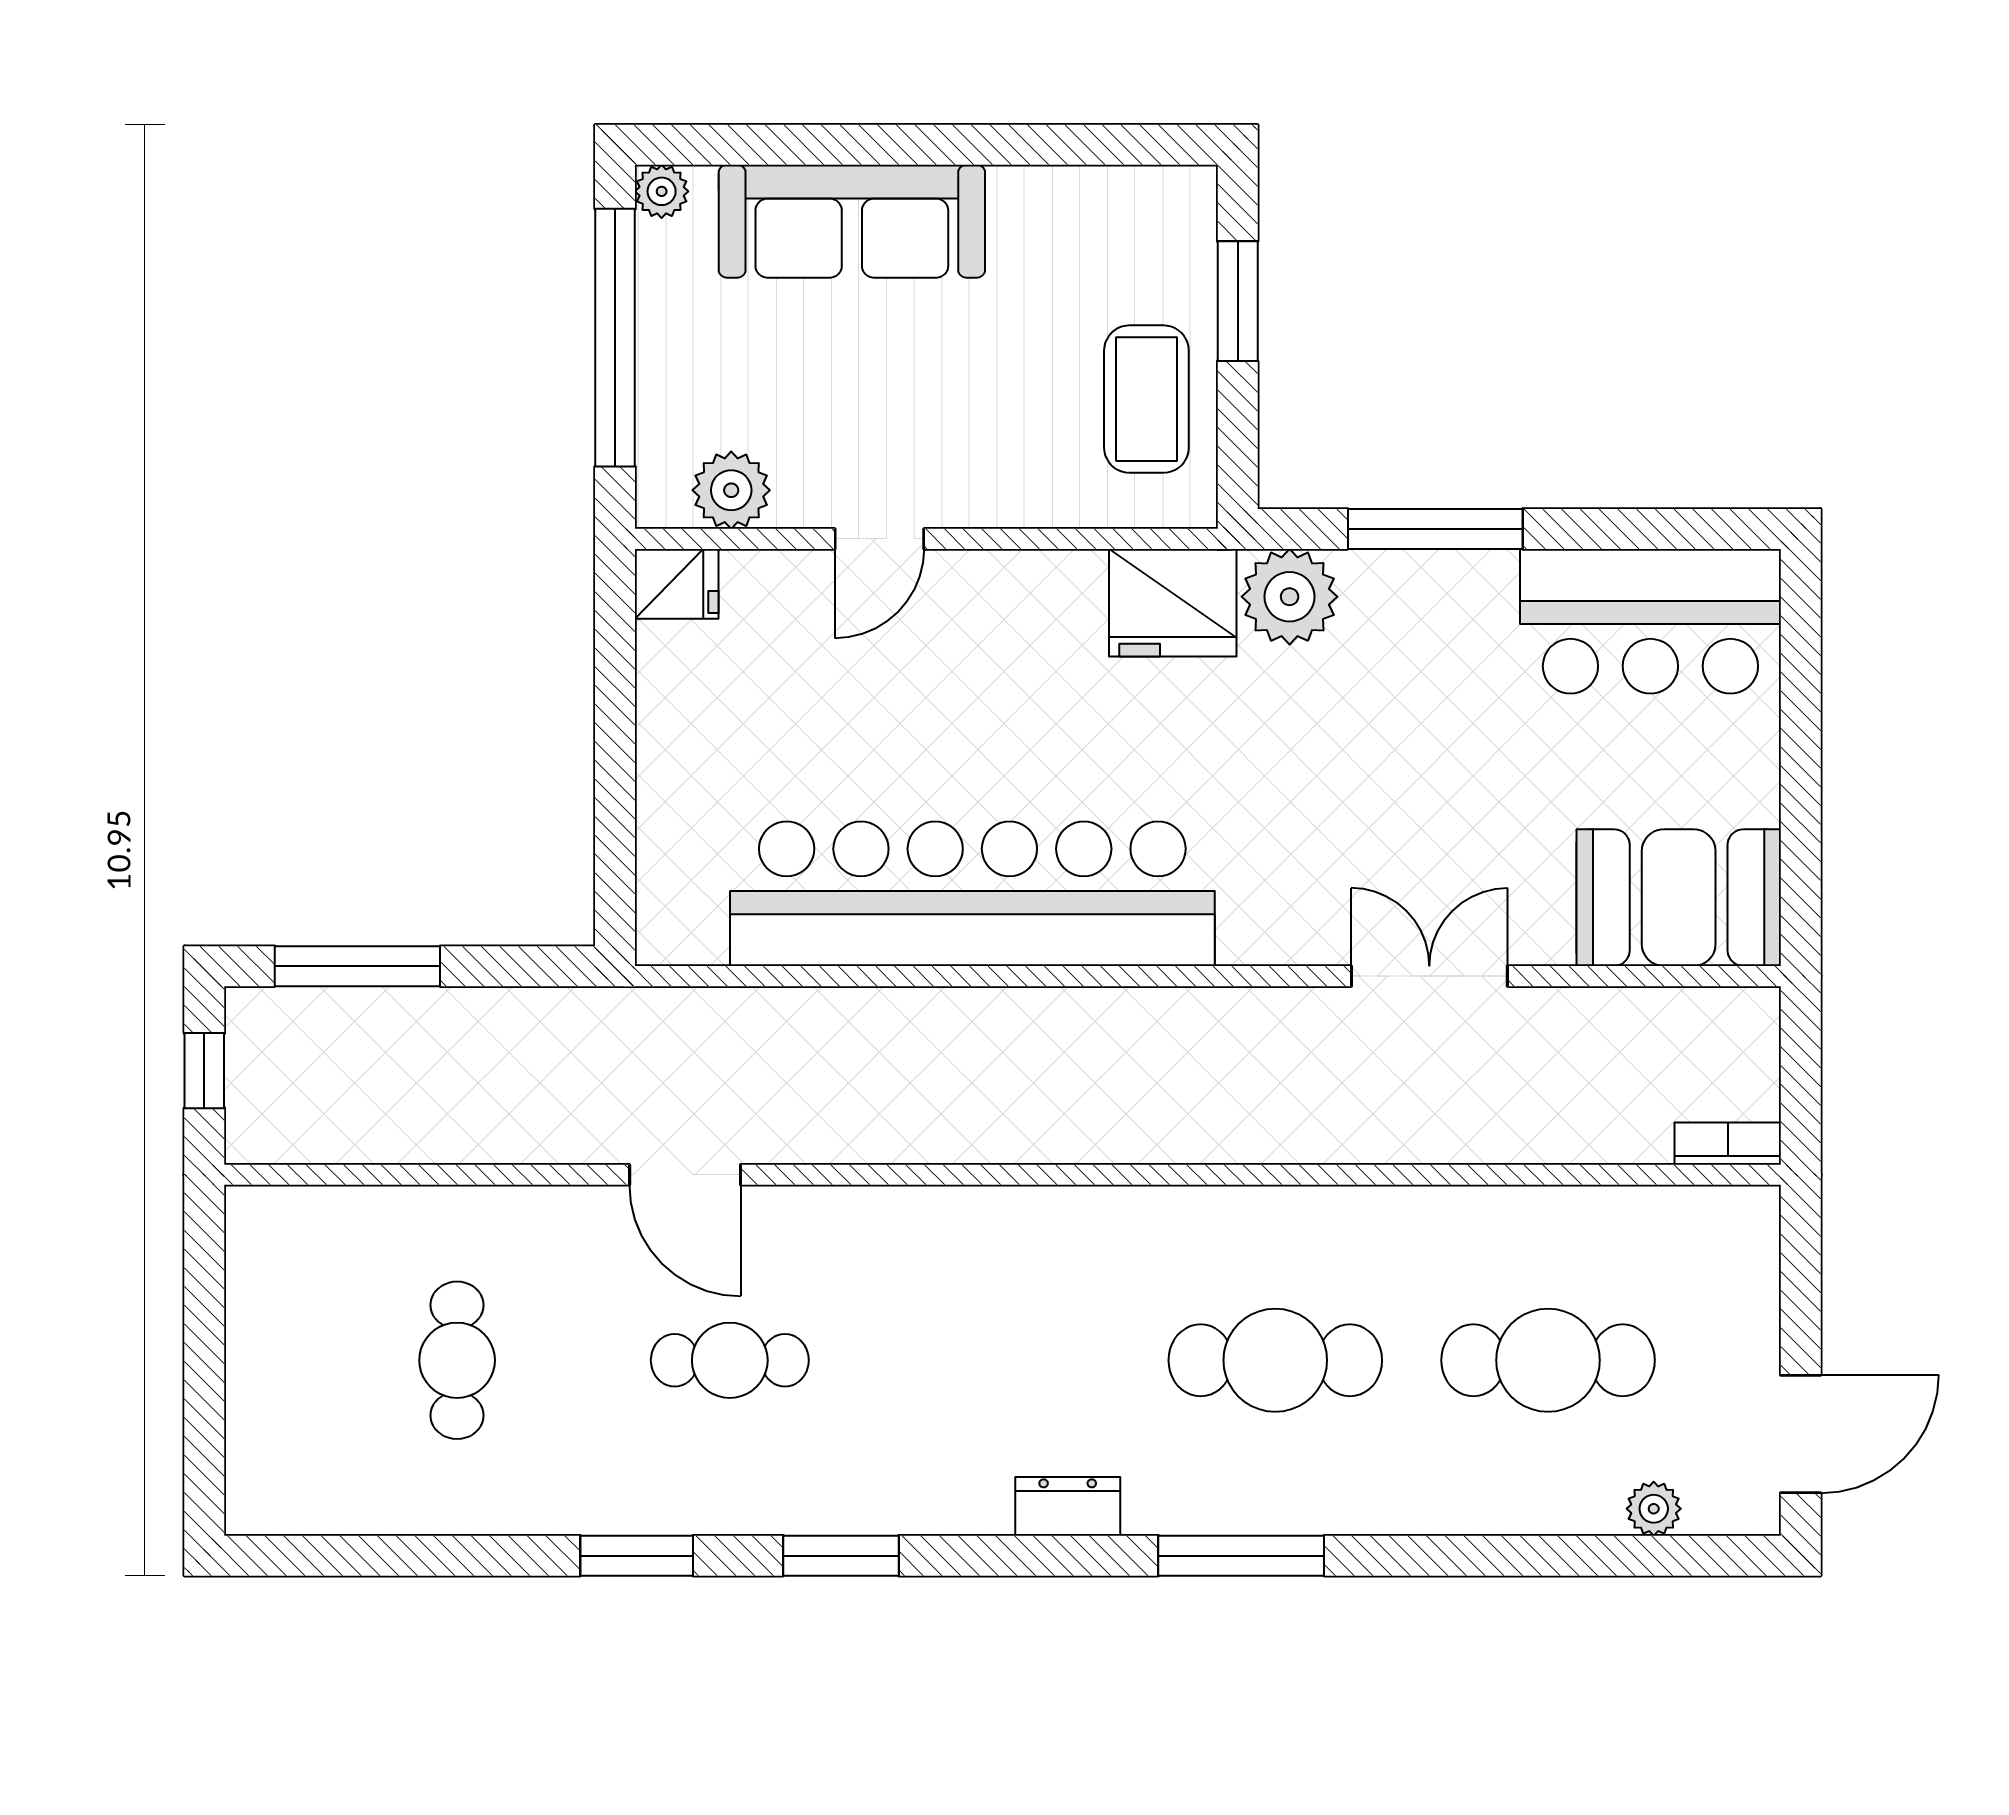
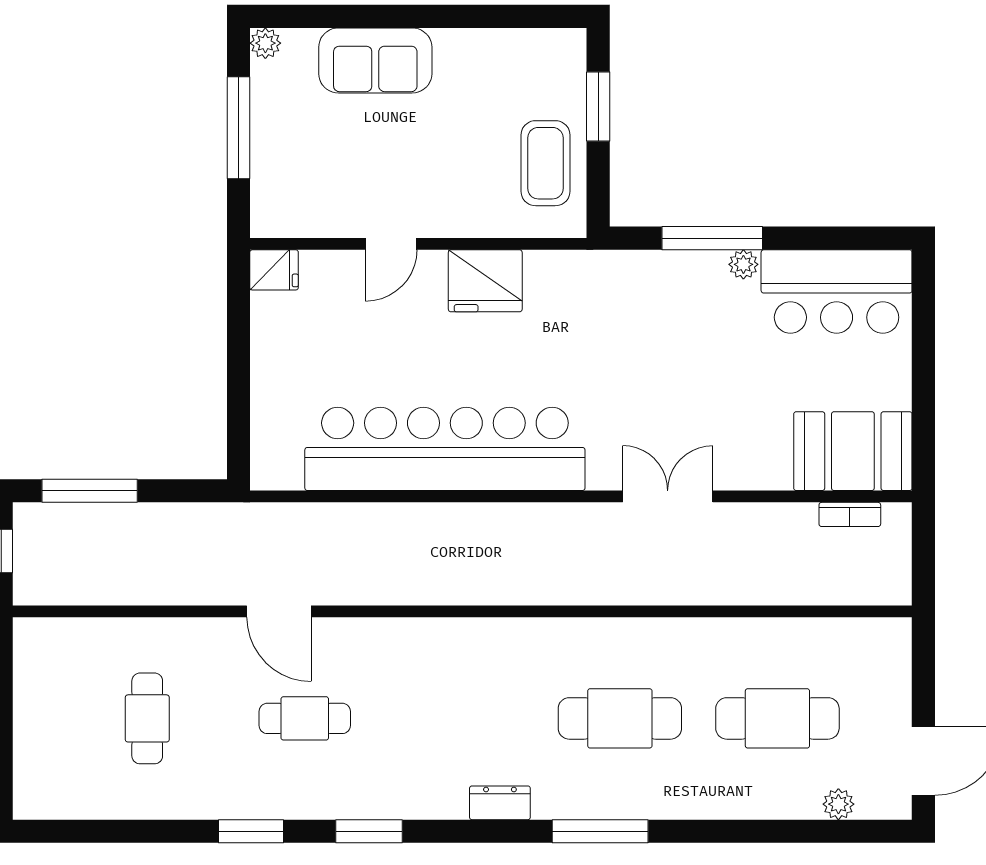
sofa: (852, 221) -> (375, 60), width x0.73
window: (615, 338) -> (238, 128), width x0.68
plant: (731, 490) -> (306, 216), removed
plant: (1290, 597) -> (743, 264), moved, width x0.53, depth x0.53
fridge: (1173, 603) -> (485, 281), moved
double door: (1429, 976) -> (668, 496), moved
bookcase: (1728, 1144) -> (850, 514), moved, turned 180

